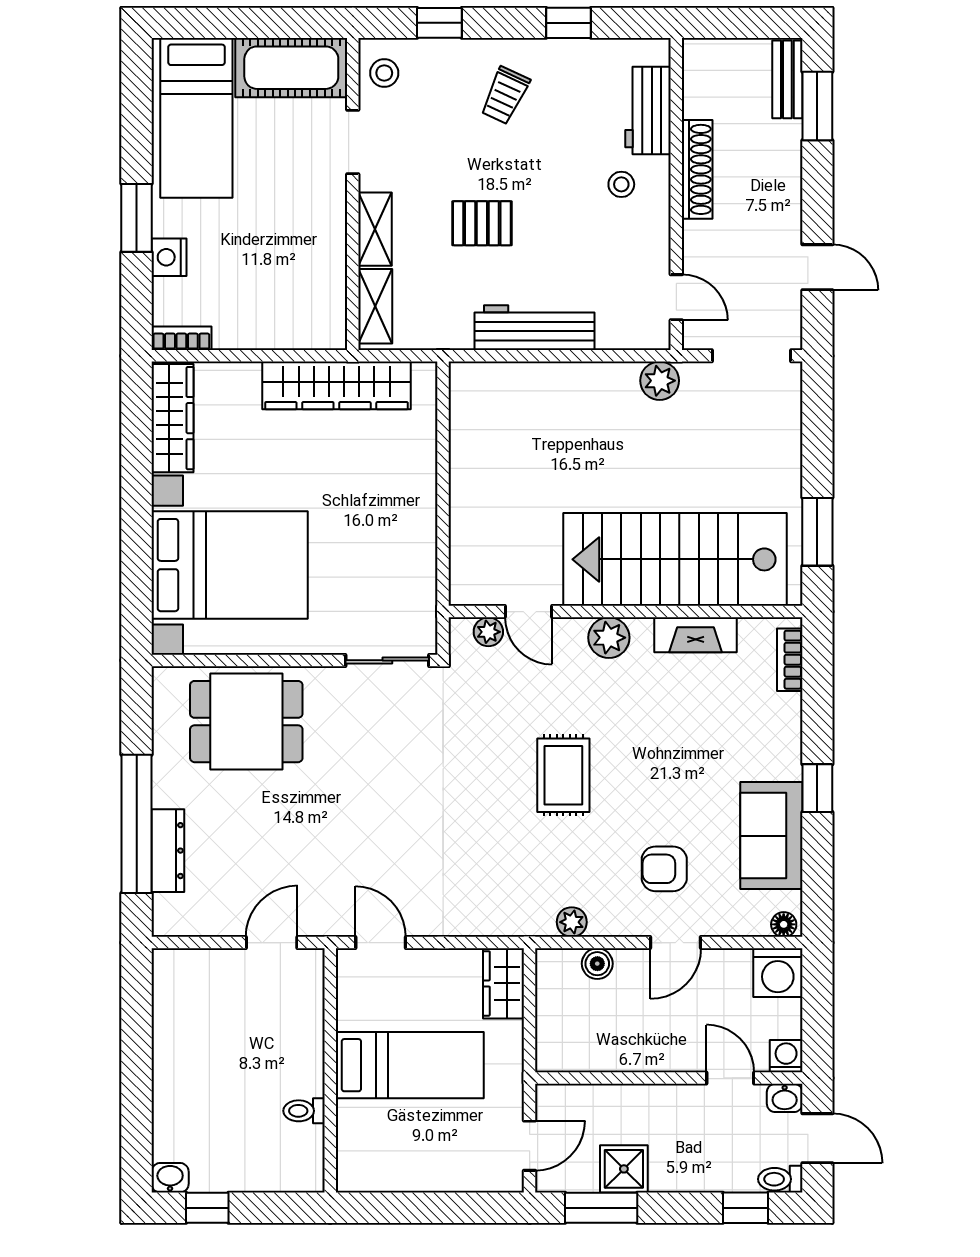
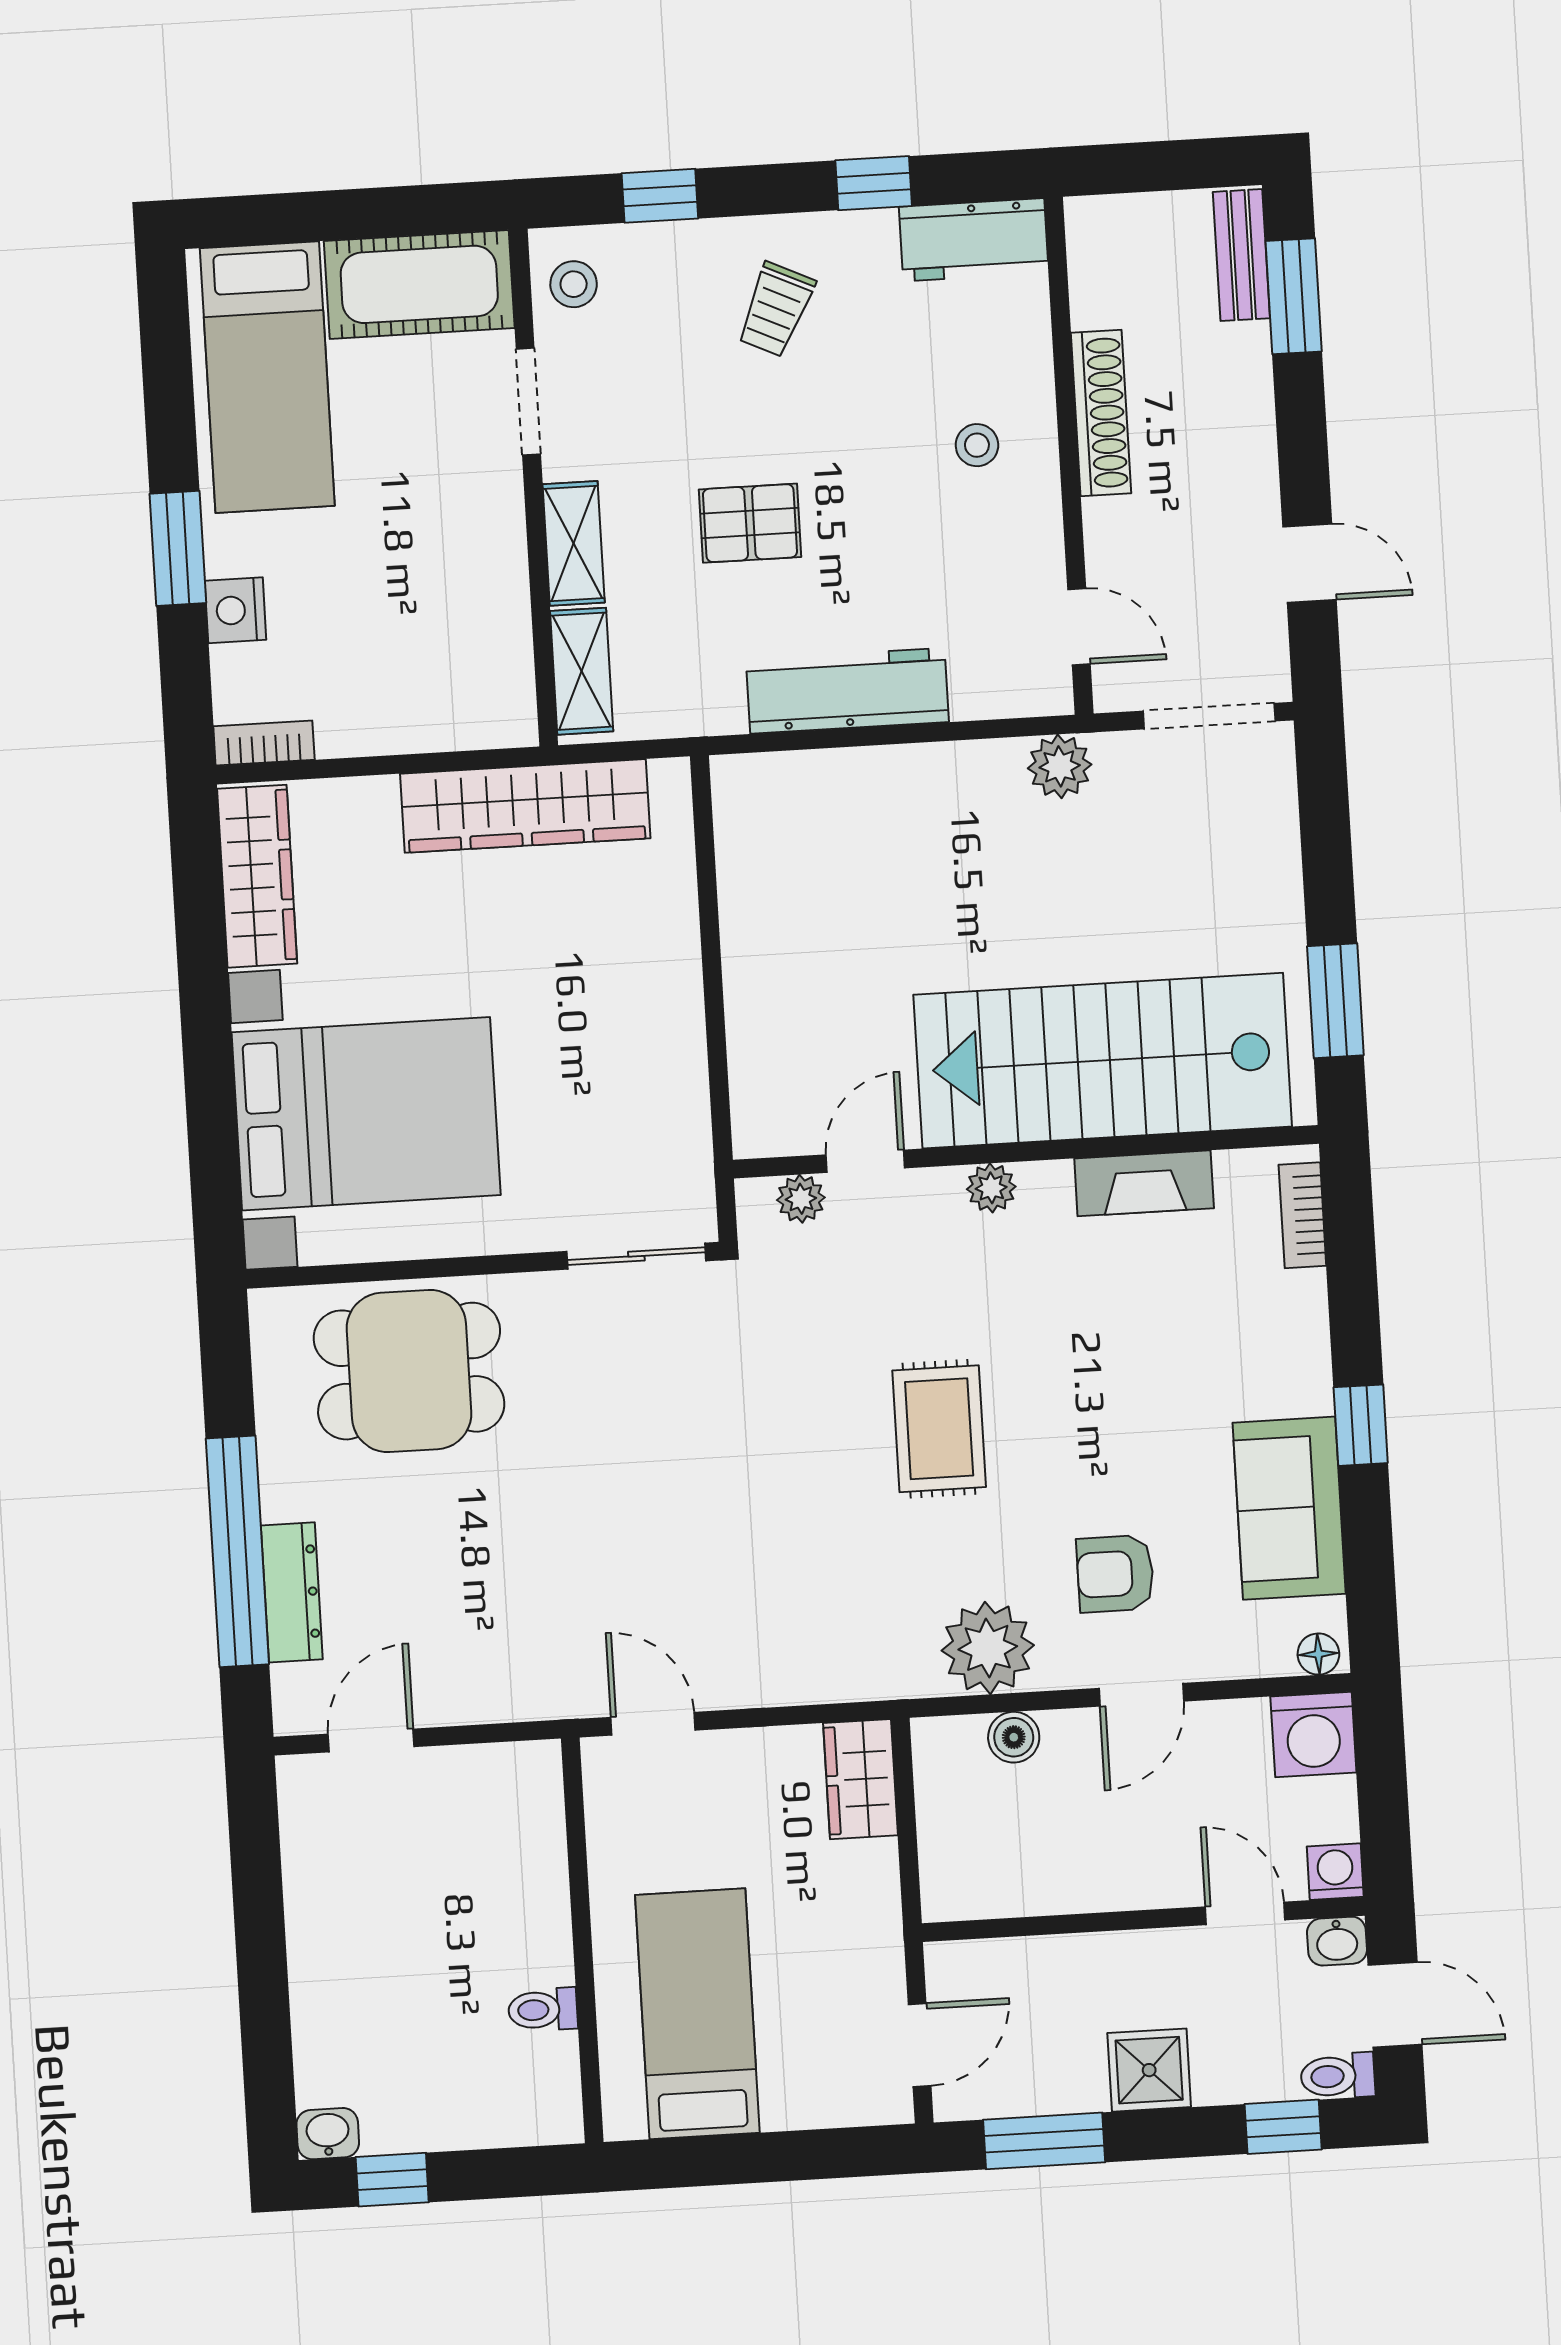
workbench: (648, 111) -> (974, 240), moved, turned -90
door: (529, 612) -> (865, 1161), swing flipped
plant: (609, 638) -> (991, 1188), width x0.73, depth x0.73
plant: (572, 922) -> (988, 1648), width x1.88, depth x1.88
door: (272, 943) -> (371, 1740), moved
bed: (410, 1065) -> (697, 2014), moved, turned -90
shower: (624, 1169) -> (1149, 2070), moved

